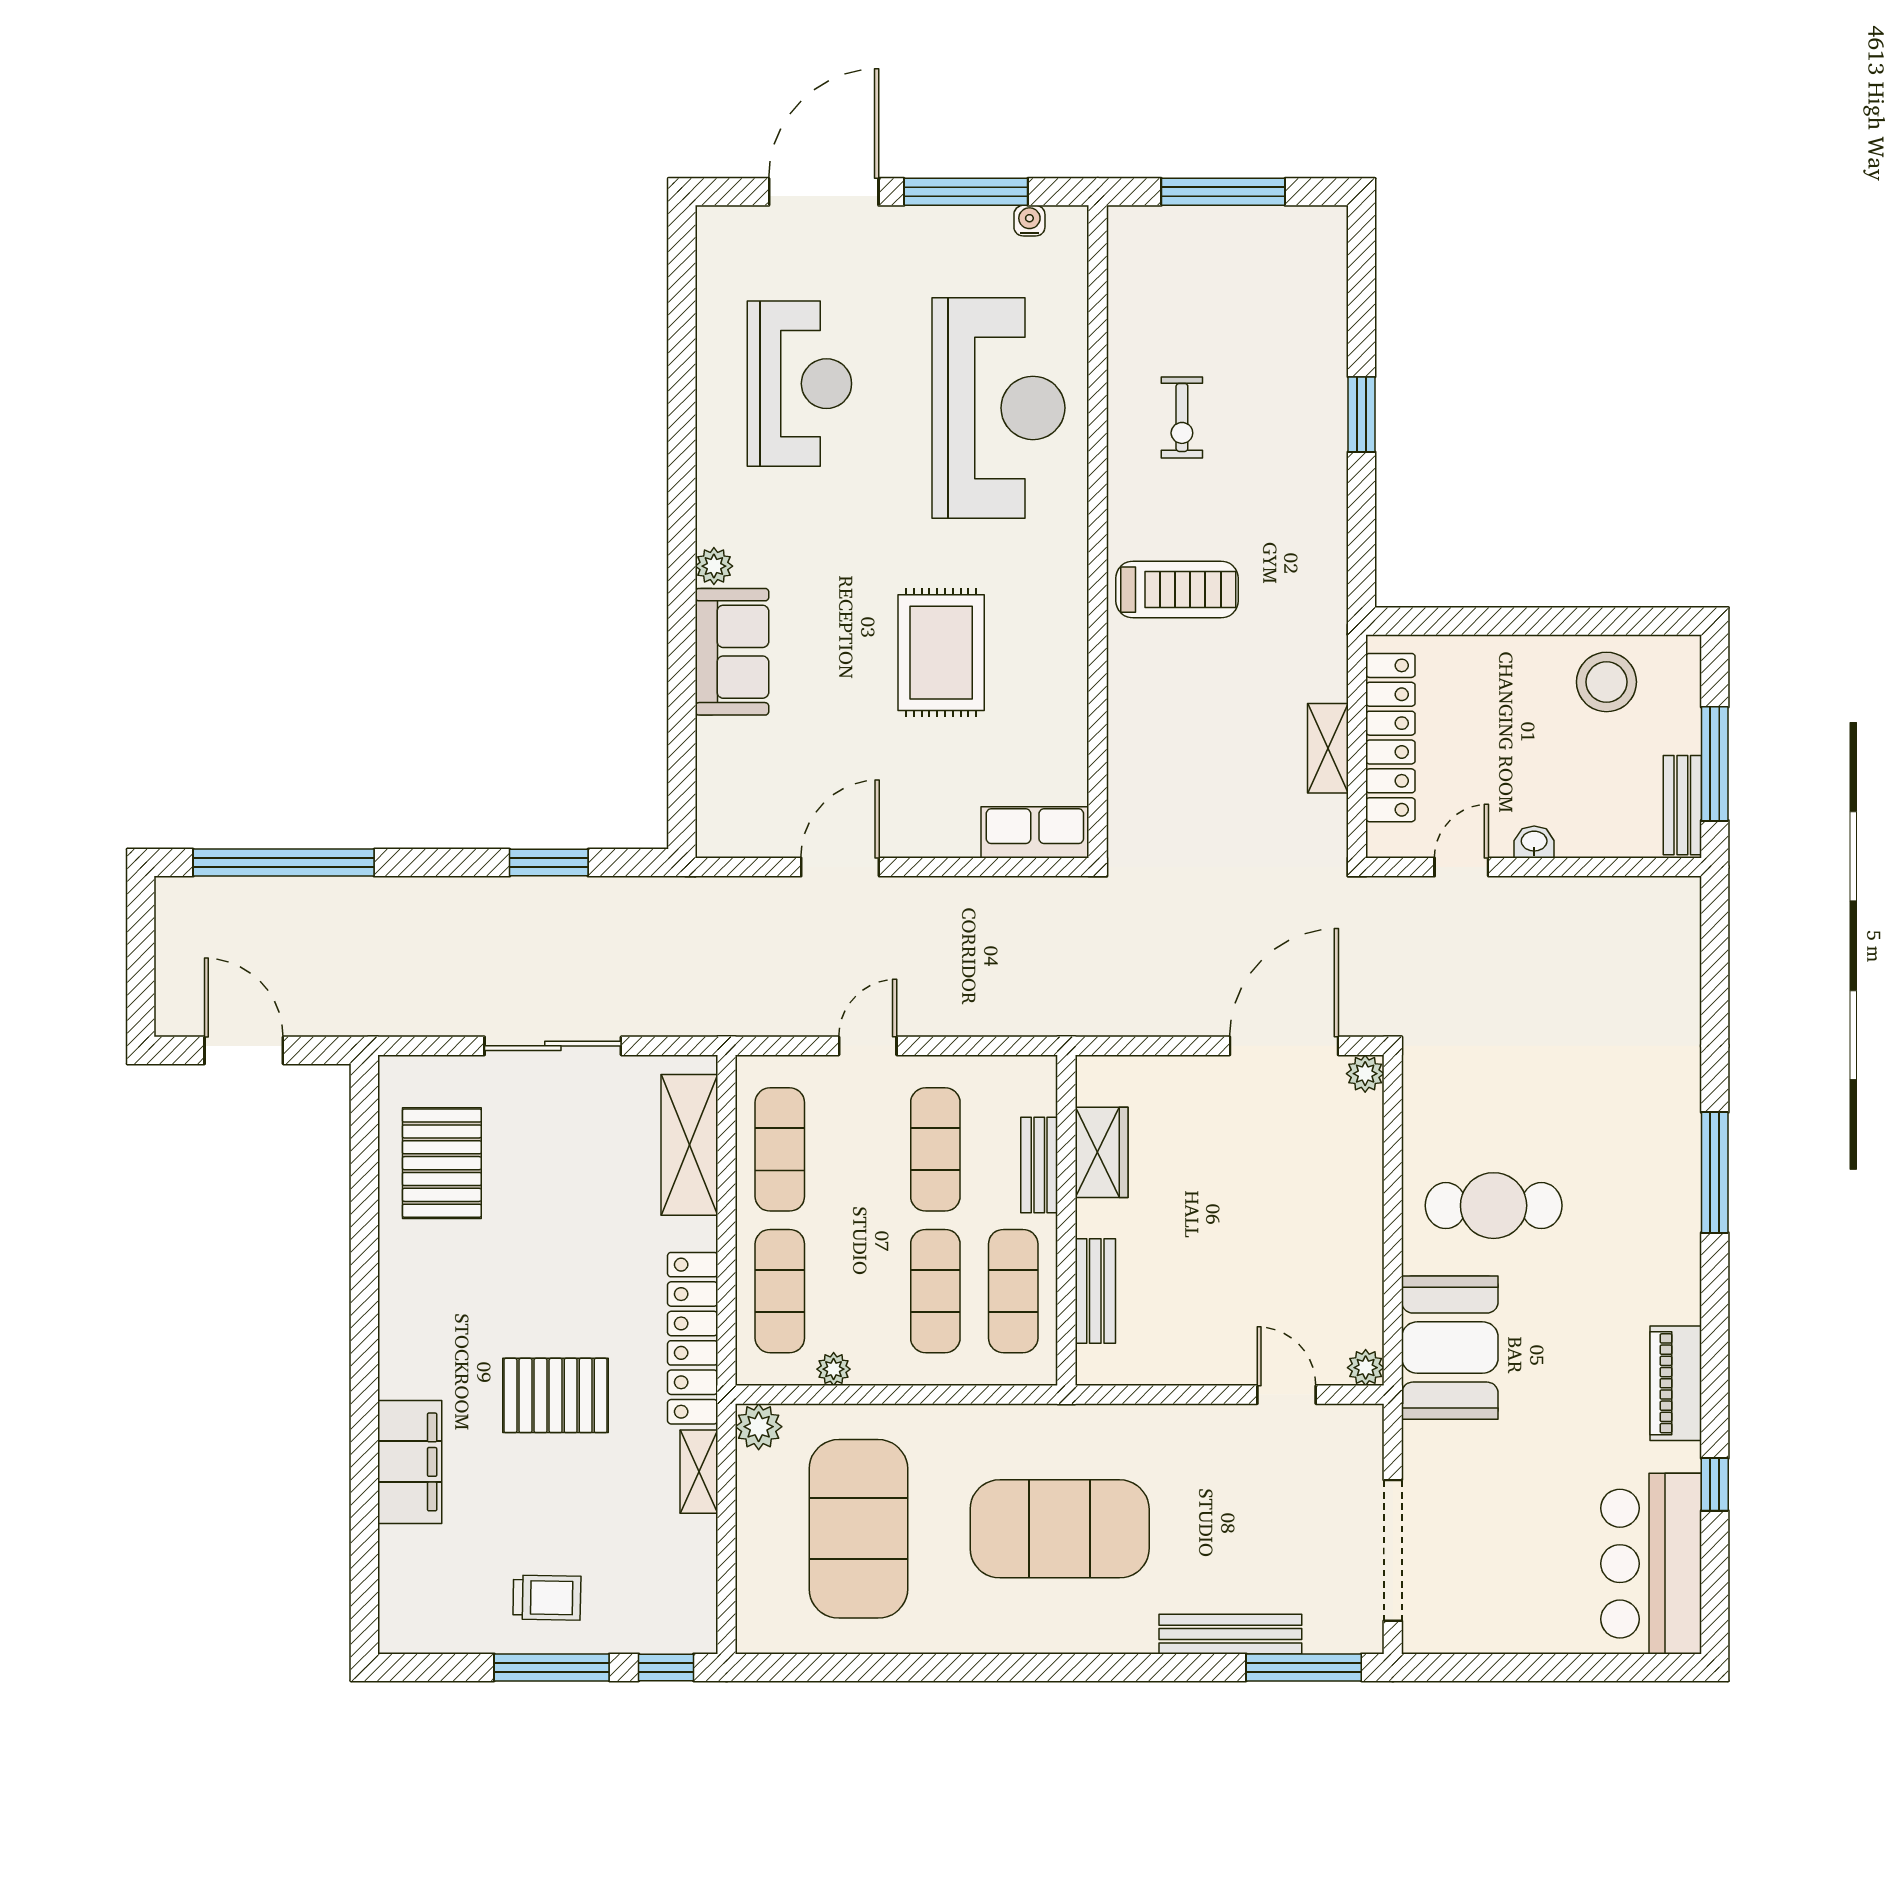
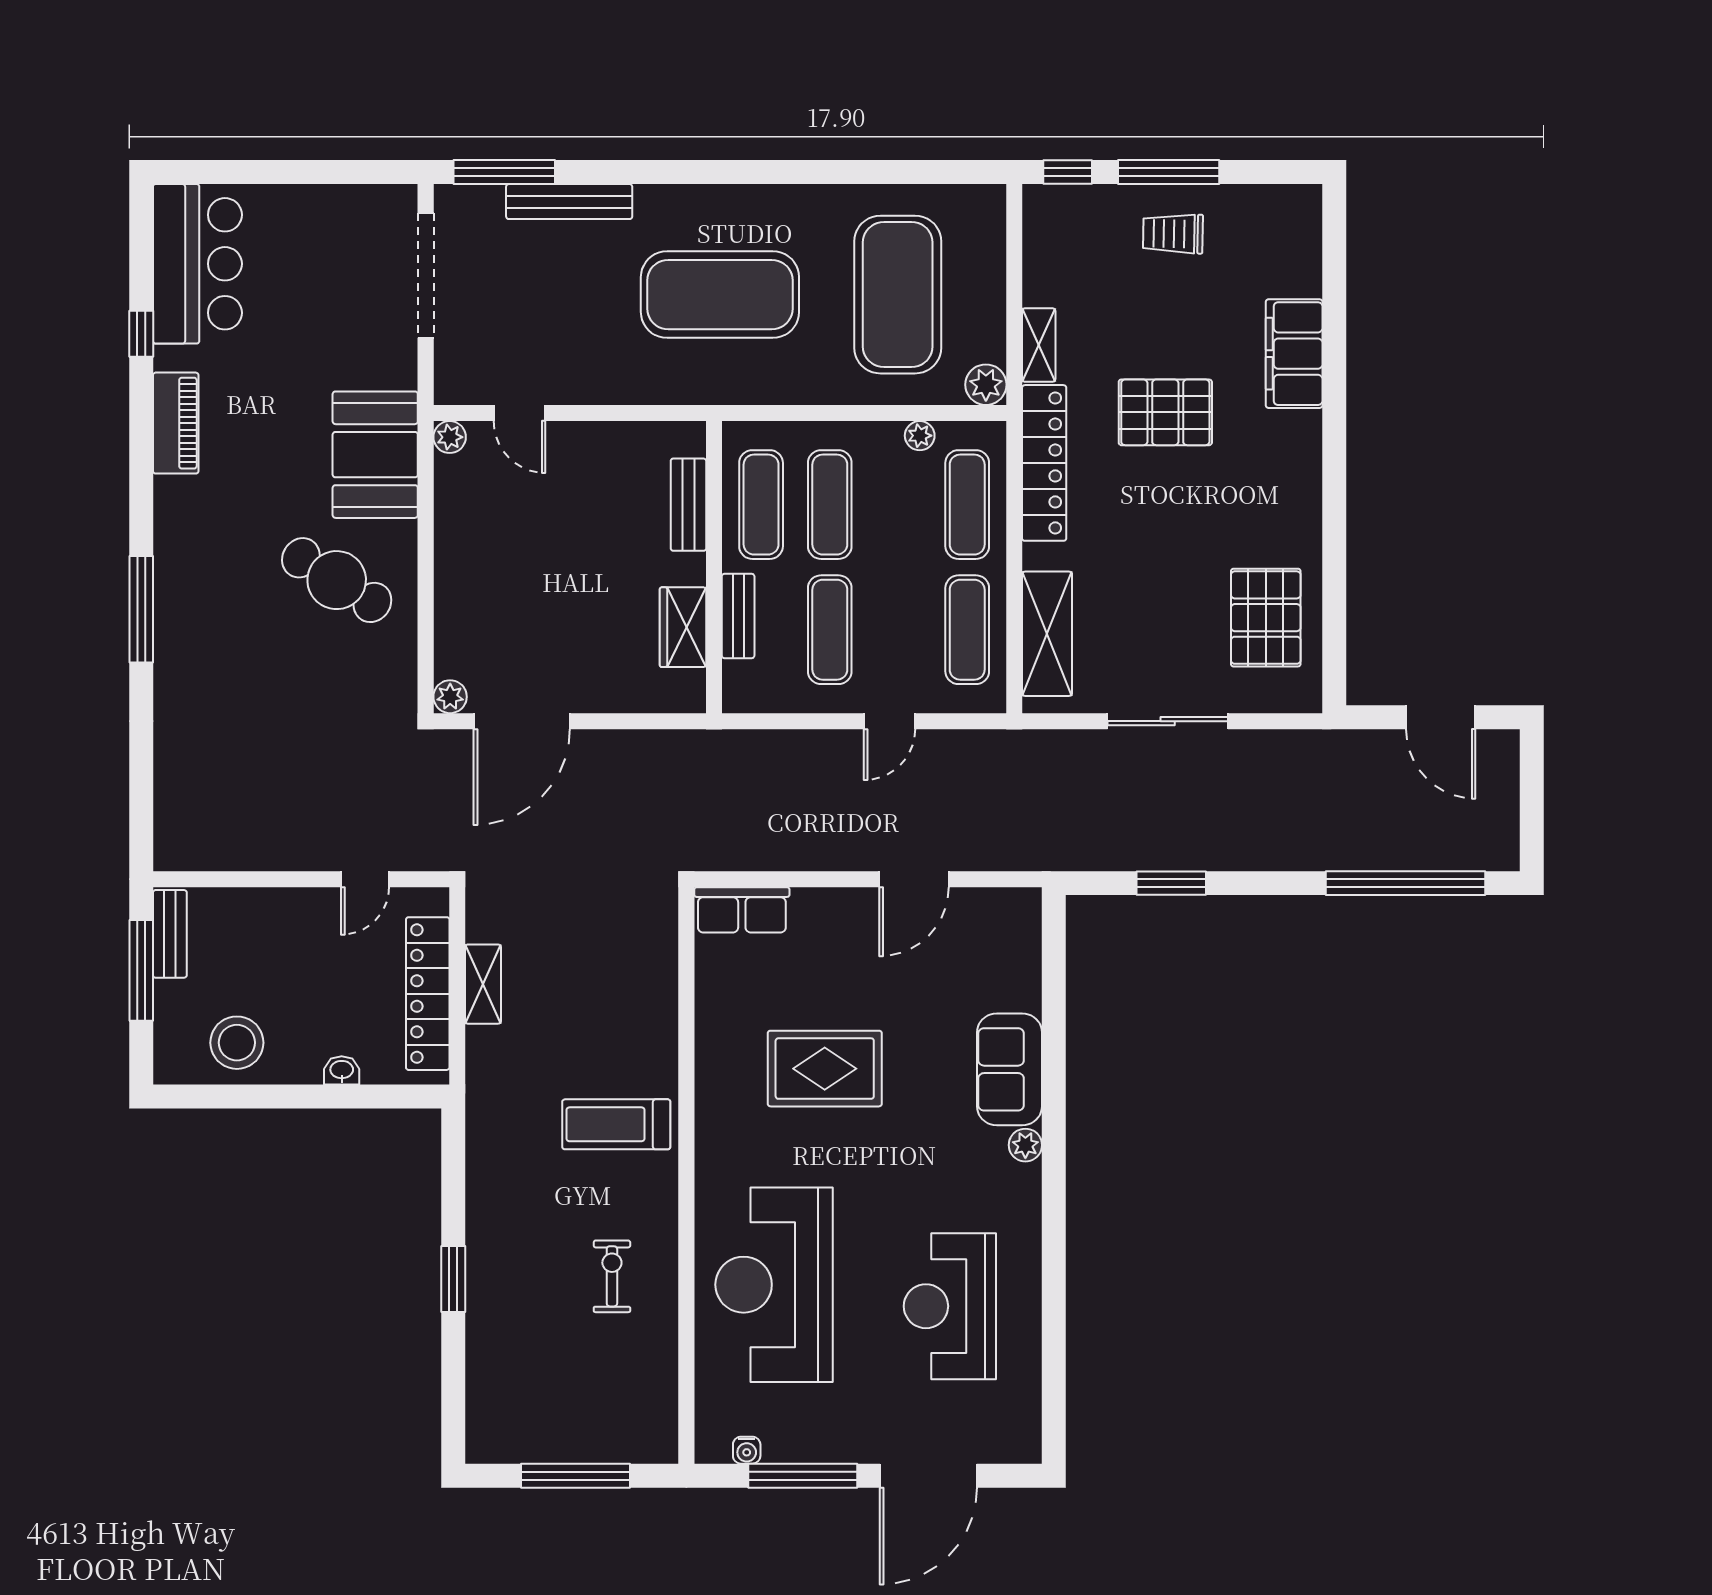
rug: (941, 653) -> (825, 1069), turned 90
washbasin: (1534, 842) -> (342, 1070), moved, turned 180
cafe table: (1494, 1206) -> (337, 580), turned 32

